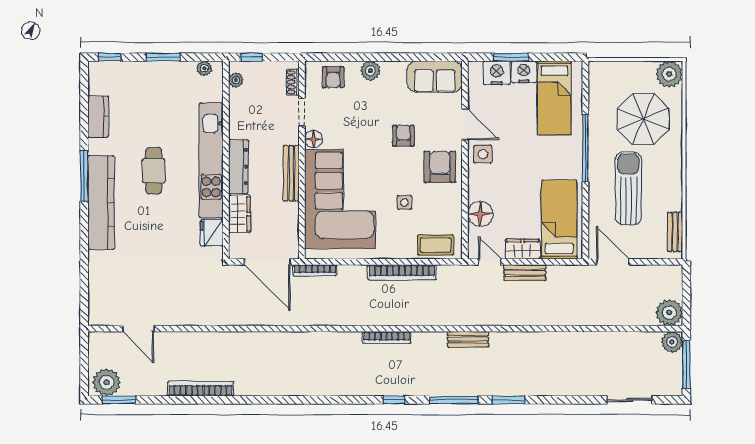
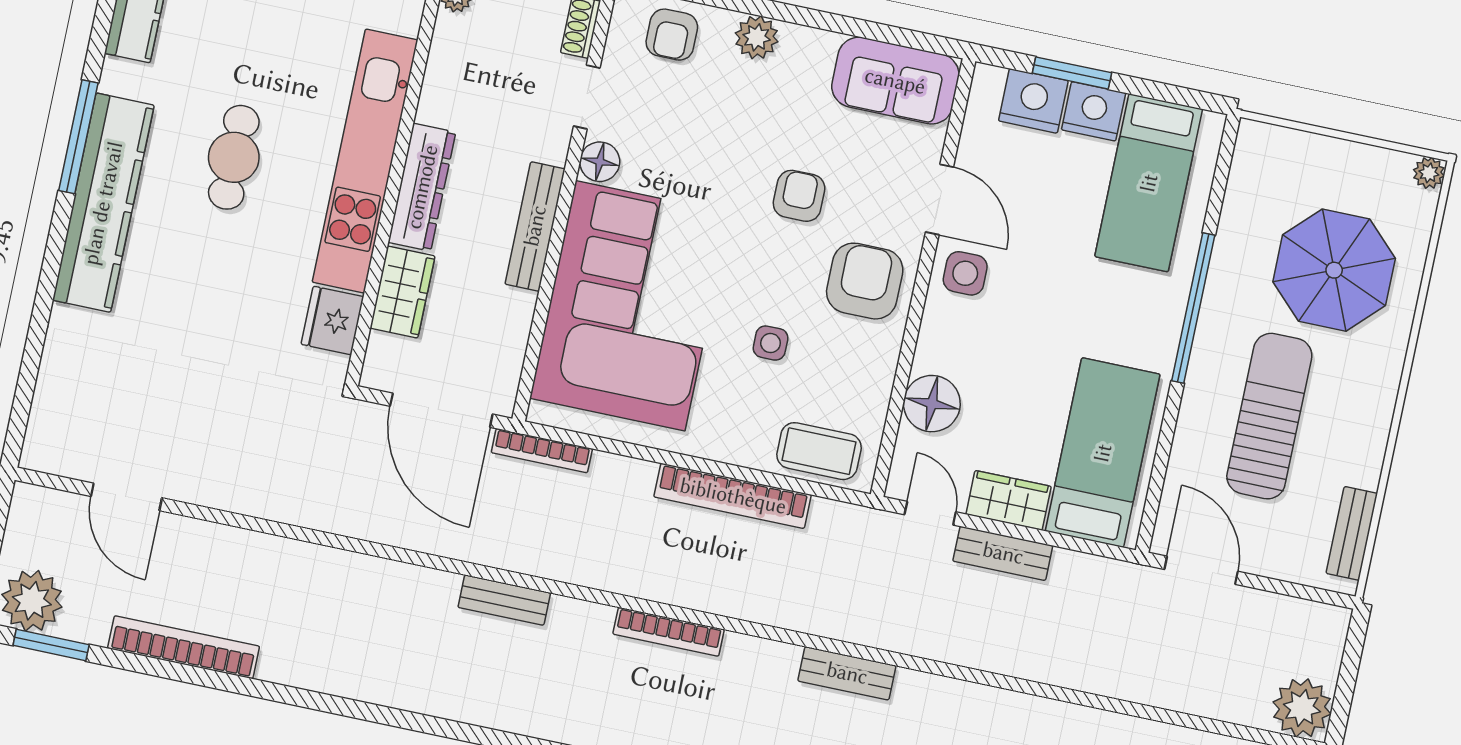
plant: (669, 74) -> (1429, 173), width x0.53, depth x0.53
bench: (312, 339) -> (504, 600), added
bookcase: (201, 389) -> (184, 647), moved

